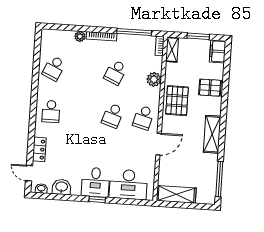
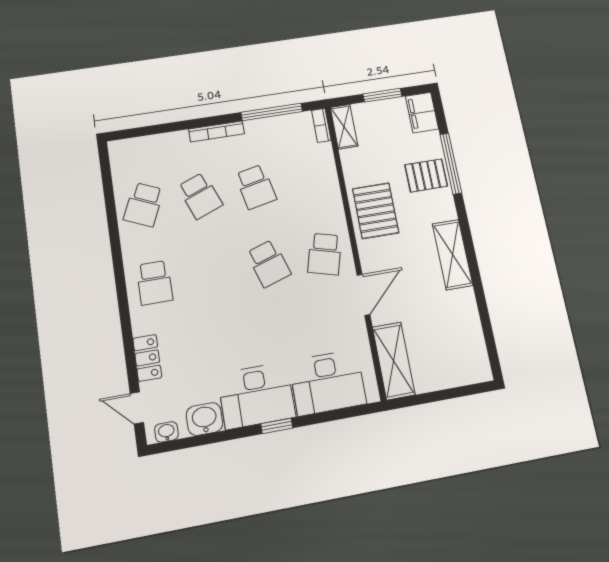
plant: (80, 36) -> (179, 140), removed
school desk: (85, 70) -> (200, 196), added
school desk: (116, 72) -> (256, 187), turned -36
plant: (154, 79) -> (326, 184), removed
school desk: (113, 116) -> (269, 263), turned -36
window: (219, 179) -> (451, 164), moved
desk: (95, 182) -> (256, 395), width x1.37
shelving: (176, 194) -> (394, 361), moved, turned 90

